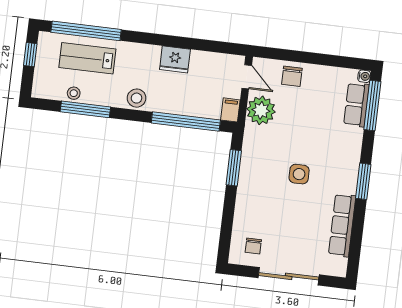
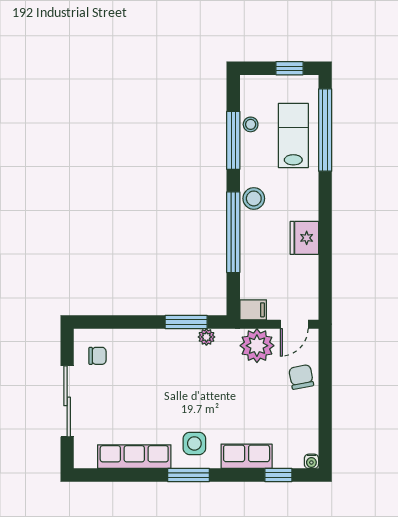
chair: (292, 76) -> (301, 377), turned 79
row of seats: (356, 105) -> (247, 456), moved
window: (372, 106) -> (278, 475), width x0.46
window: (186, 122) -> (233, 232), moved
plant: (248, 152) -> (206, 337), added
side table: (299, 174) -> (194, 443), moved
chair: (253, 246) -> (97, 356), turned 180

